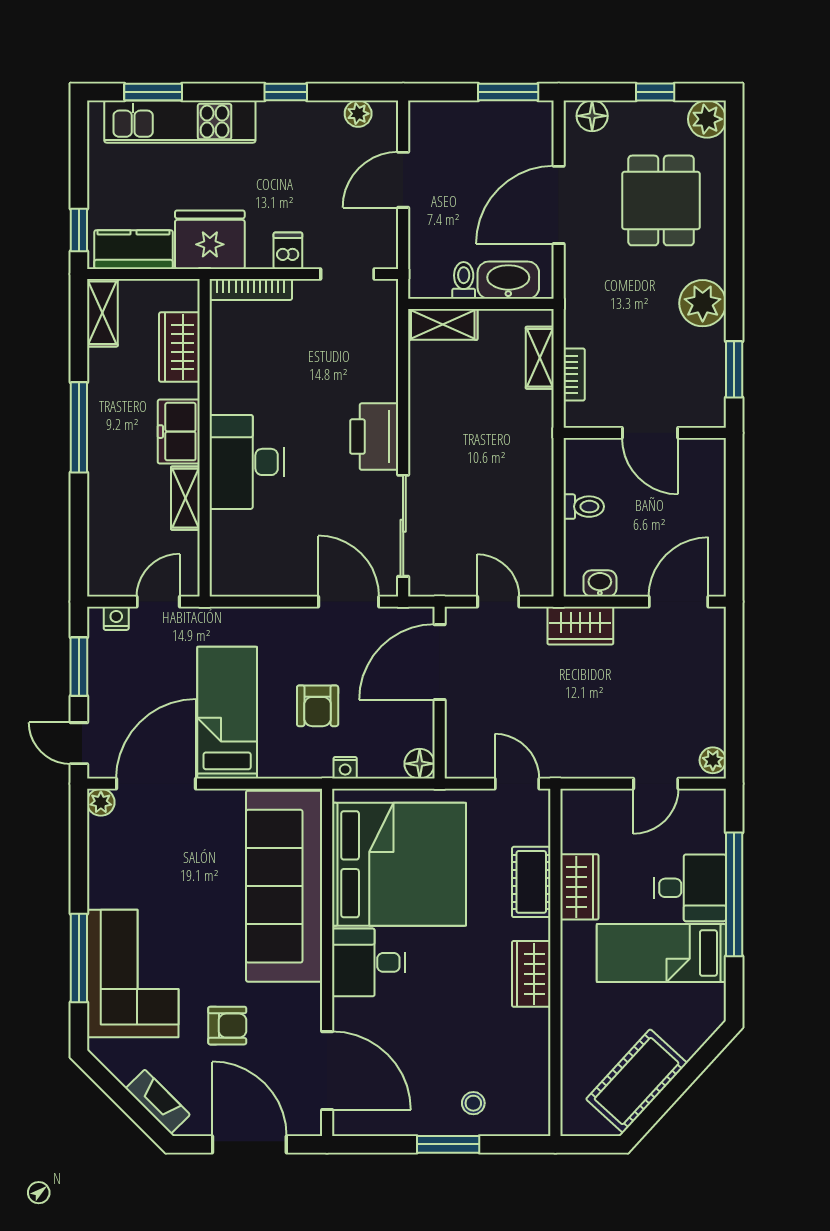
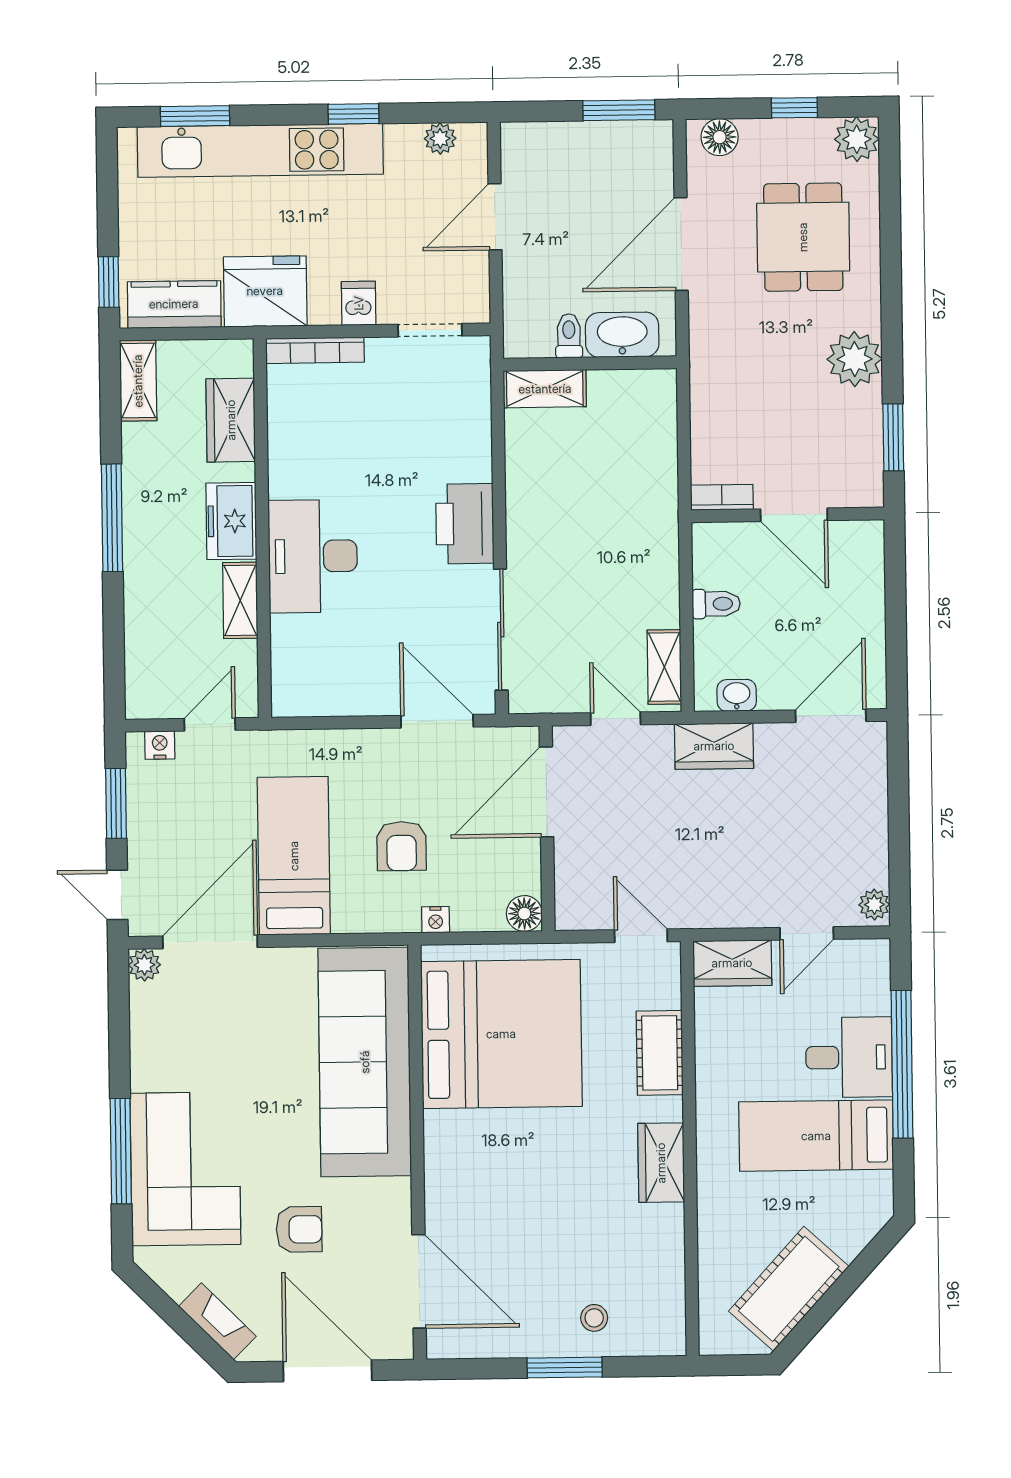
kitchen unit: (180, 122) -> (260, 150), width x1.36
shelving: (540, 358) -> (664, 667), moved
bookcase: (574, 374) -> (722, 497), moved, turned -90
wardrobe: (579, 887) -> (732, 963), moved, turned 90
desk: (369, 962) -> (467, 1152), removed

